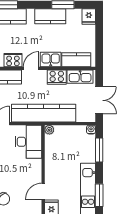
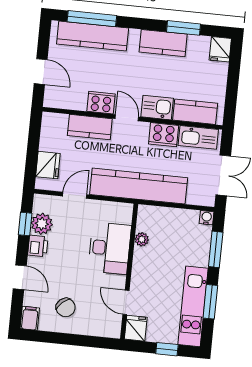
door: (31, 68) -> (127, 118), hinge flipped
plant: (49, 130) -> (142, 239), moved
desk: (28, 142) -> (110, 248), moved
door: (43, 191) -> (126, 302), hinge flipped
window: (99, 195) -> (210, 302), moved

